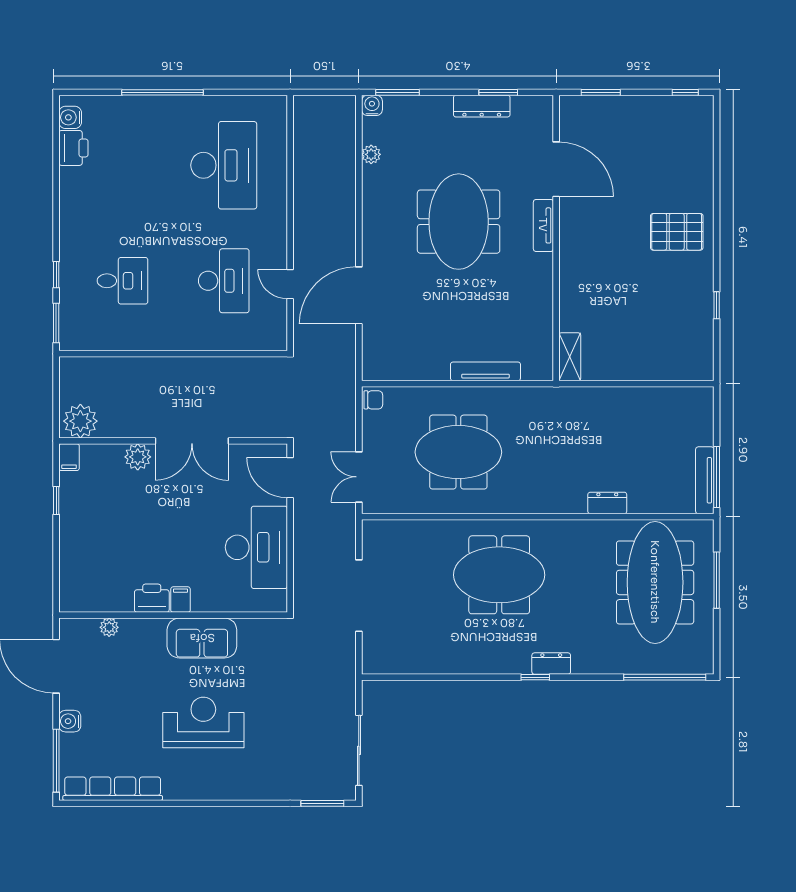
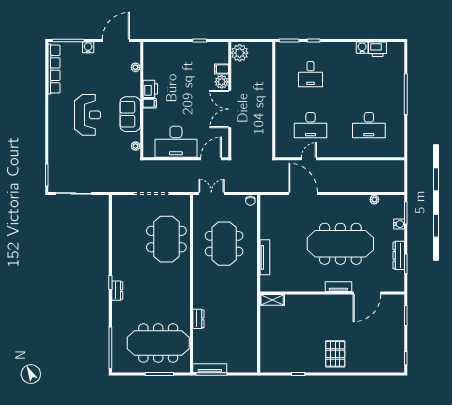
water cooler: (372, 105) -> (399, 224), moved
water cooler: (70, 117) -> (362, 48), moved
desk: (224, 165) -> (369, 125), width x0.73, depth x0.77
meeting table: (459, 222) -> (340, 244), width x1.36
filing cabinet: (69, 457) -> (221, 69), moved
meeting table: (499, 575) -> (166, 239), moved
plant: (265, 627) -> (136, 146), added

